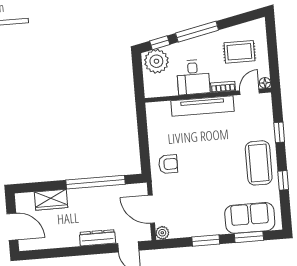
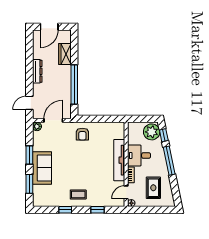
door: (250, 92) -> (126, 192), swing flipped
coffee table: (259, 163) -> (78, 195), width x0.54, depth x0.58
sofa: (250, 218) -> (42, 168), moved
dresser: (97, 238) -> (37, 71), moved

